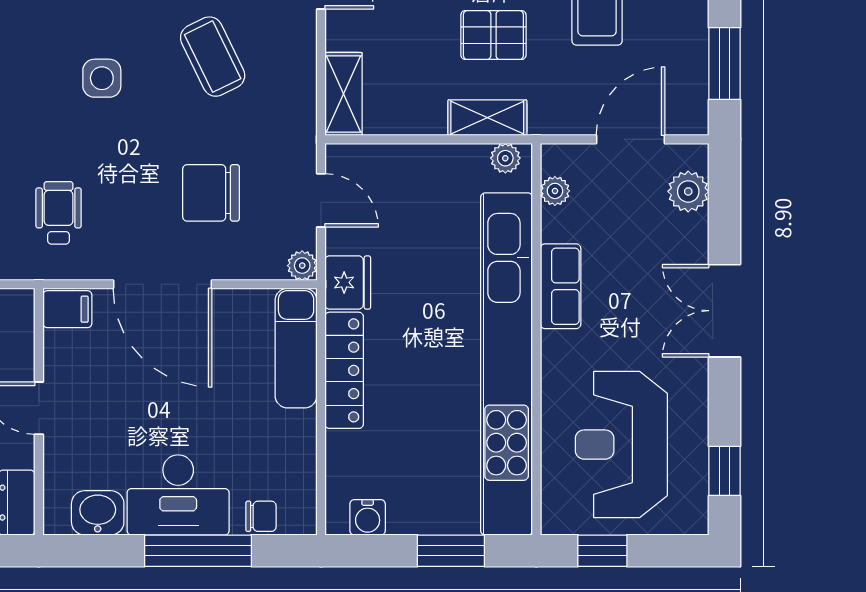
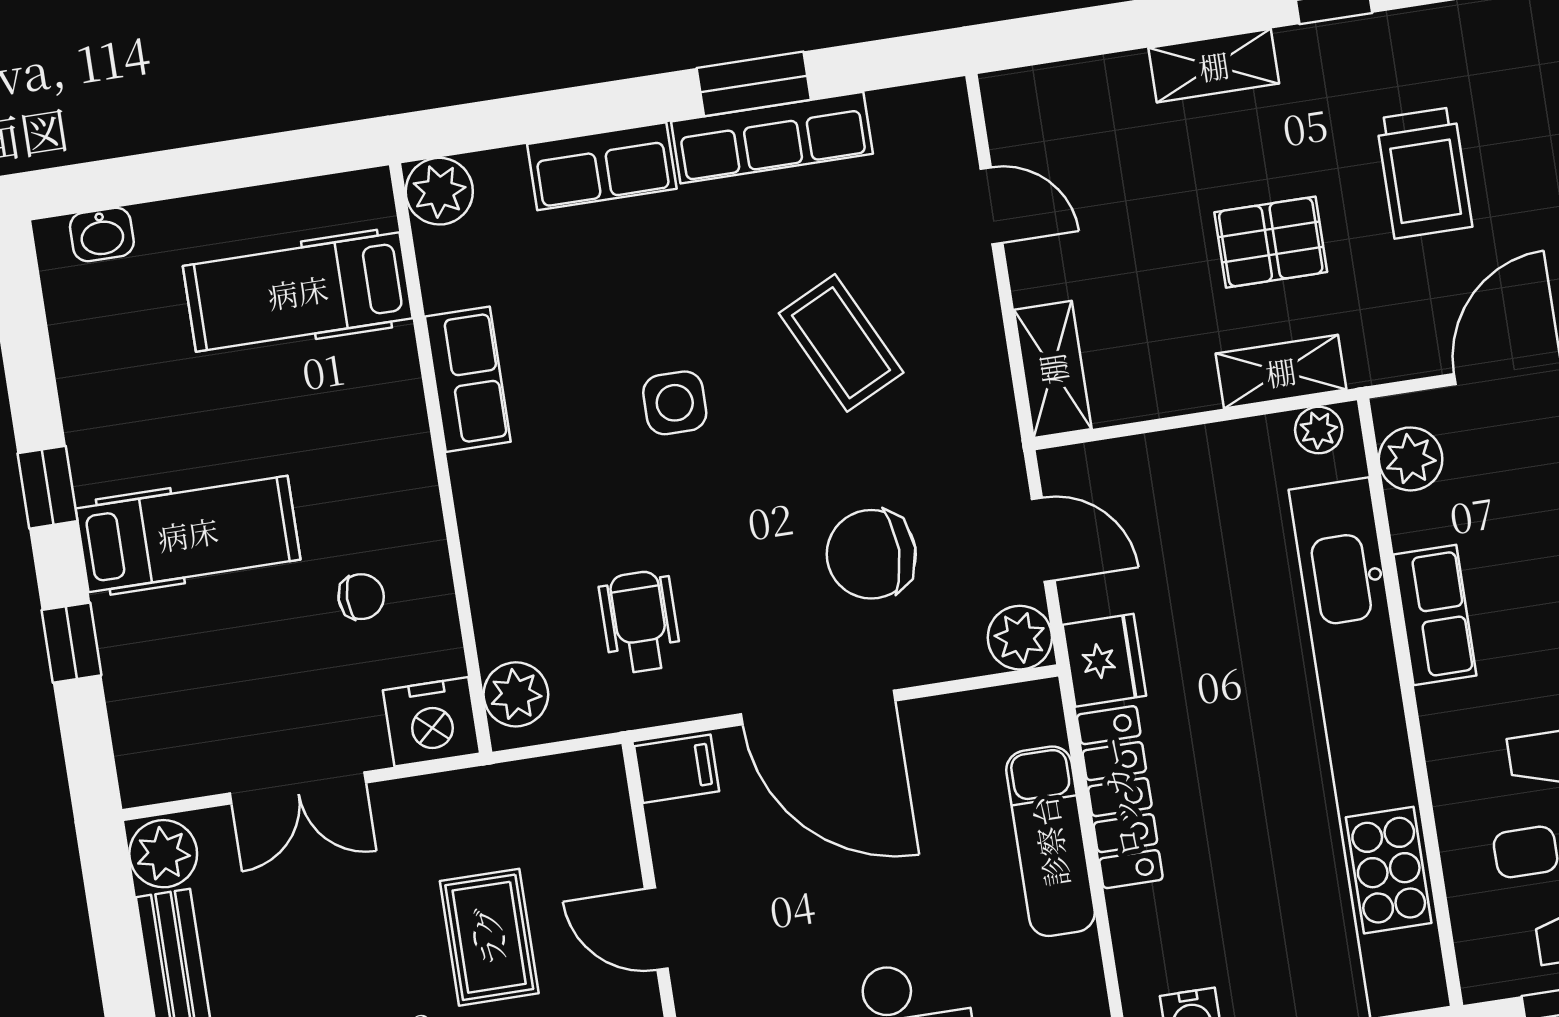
plant: (555, 191) -> (1411, 459), width x1.38, depth x1.38
plant: (302, 266) -> (1020, 638), width x1.38, depth x1.38
exam couch: (296, 348) -> (1050, 841), moved

